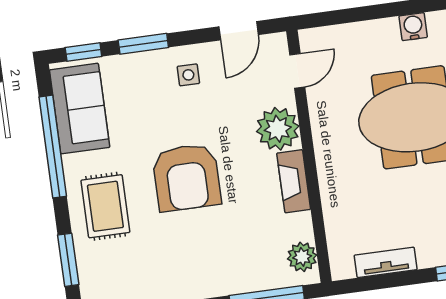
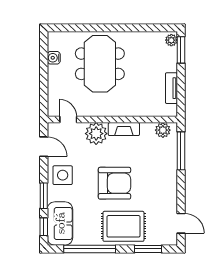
side table: (188, 75) -> (63, 175), width x1.87, depth x1.87
sofa: (80, 109) -> (60, 223), moved, turned 90
rug: (105, 206) -> (123, 226), width x1.36, depth x1.43

